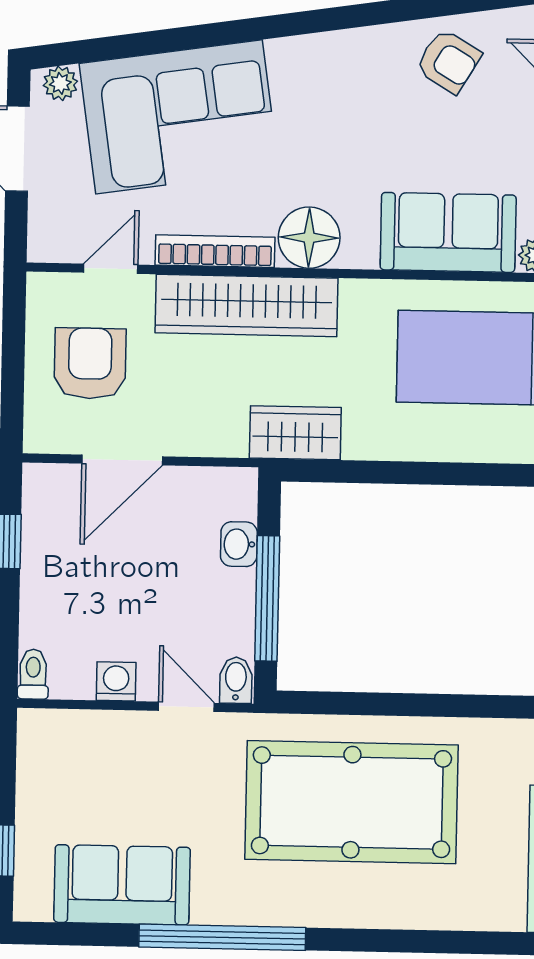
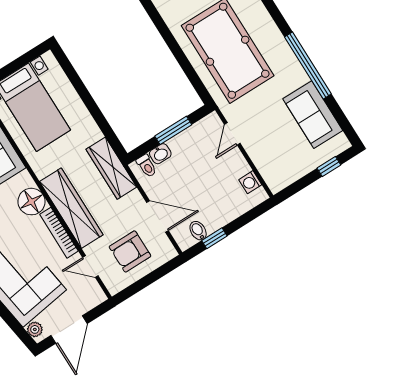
wardrobe: (295, 433) -> (111, 168), width x1.50
window: (267, 598) -> (173, 130), width x0.69
toilet: (33, 674) -> (147, 166), moved, turned -90
bidet: (236, 680) -> (198, 231), moved, turned 90
washing machine: (116, 681) -> (250, 182), moved

